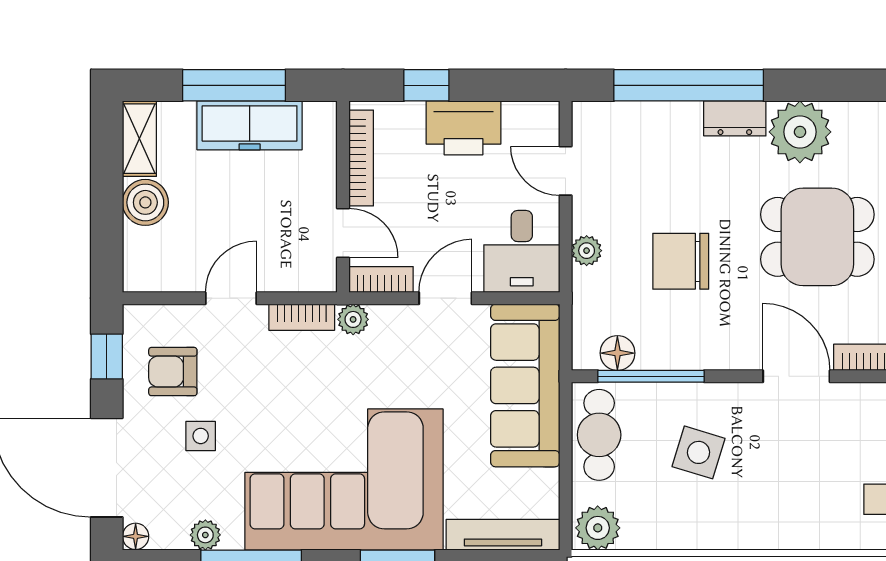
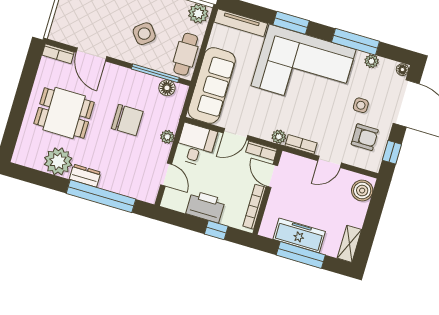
boiler: (145, 202) -> (362, 191), moved
side table: (699, 452) -> (144, 34), turned 35

